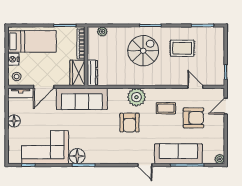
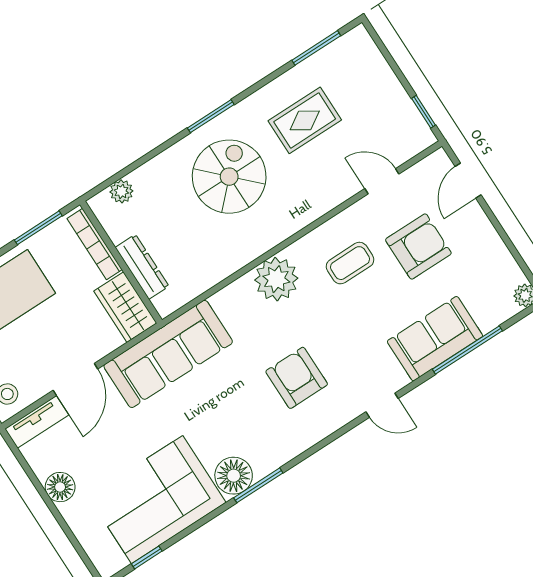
dresser: (92, 73) -> (142, 267), moved
armchair: (129, 123) -> (297, 378), moved, turned 180
sofa: (178, 154) -> (435, 339), width x0.73

